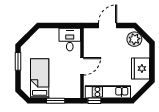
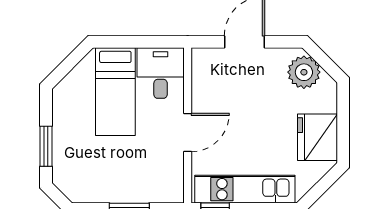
window: (18, 61) -> (46, 146), moved
bed: (40, 78) -> (115, 92), moved, turned 180

